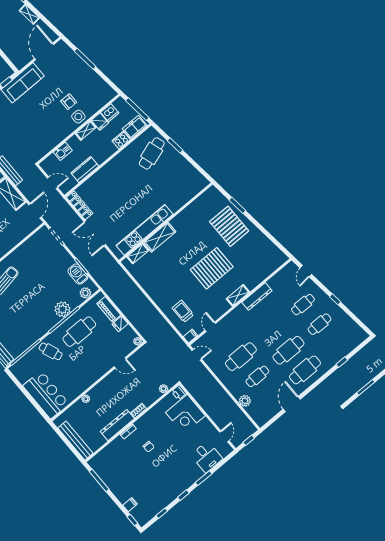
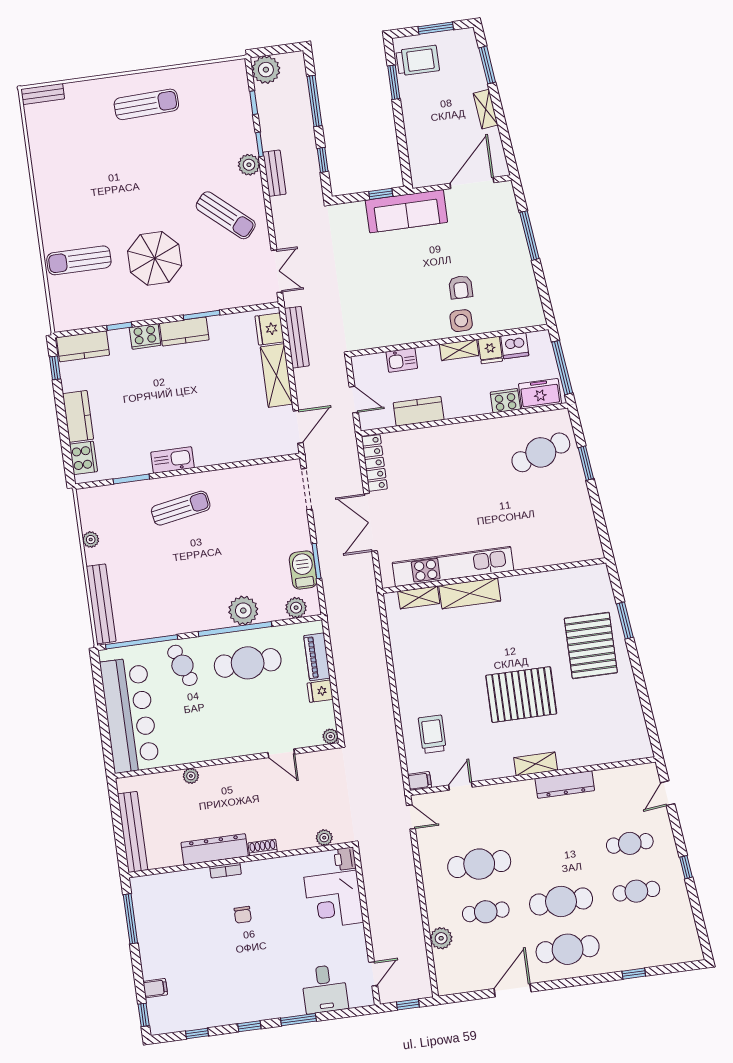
bar counter: (46, 395) -> (130, 715), width x1.36

